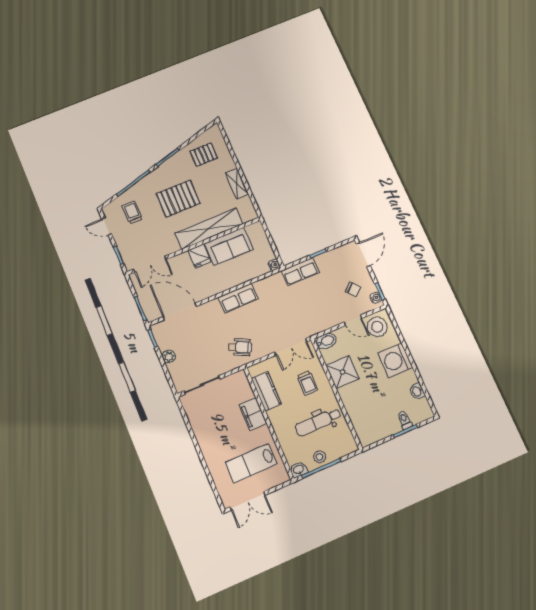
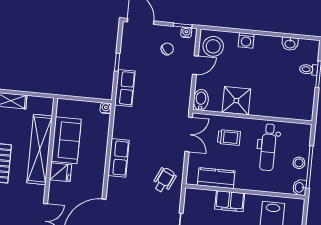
washing machine: (395, 360) -> (246, 40), width x0.53, depth x0.53

